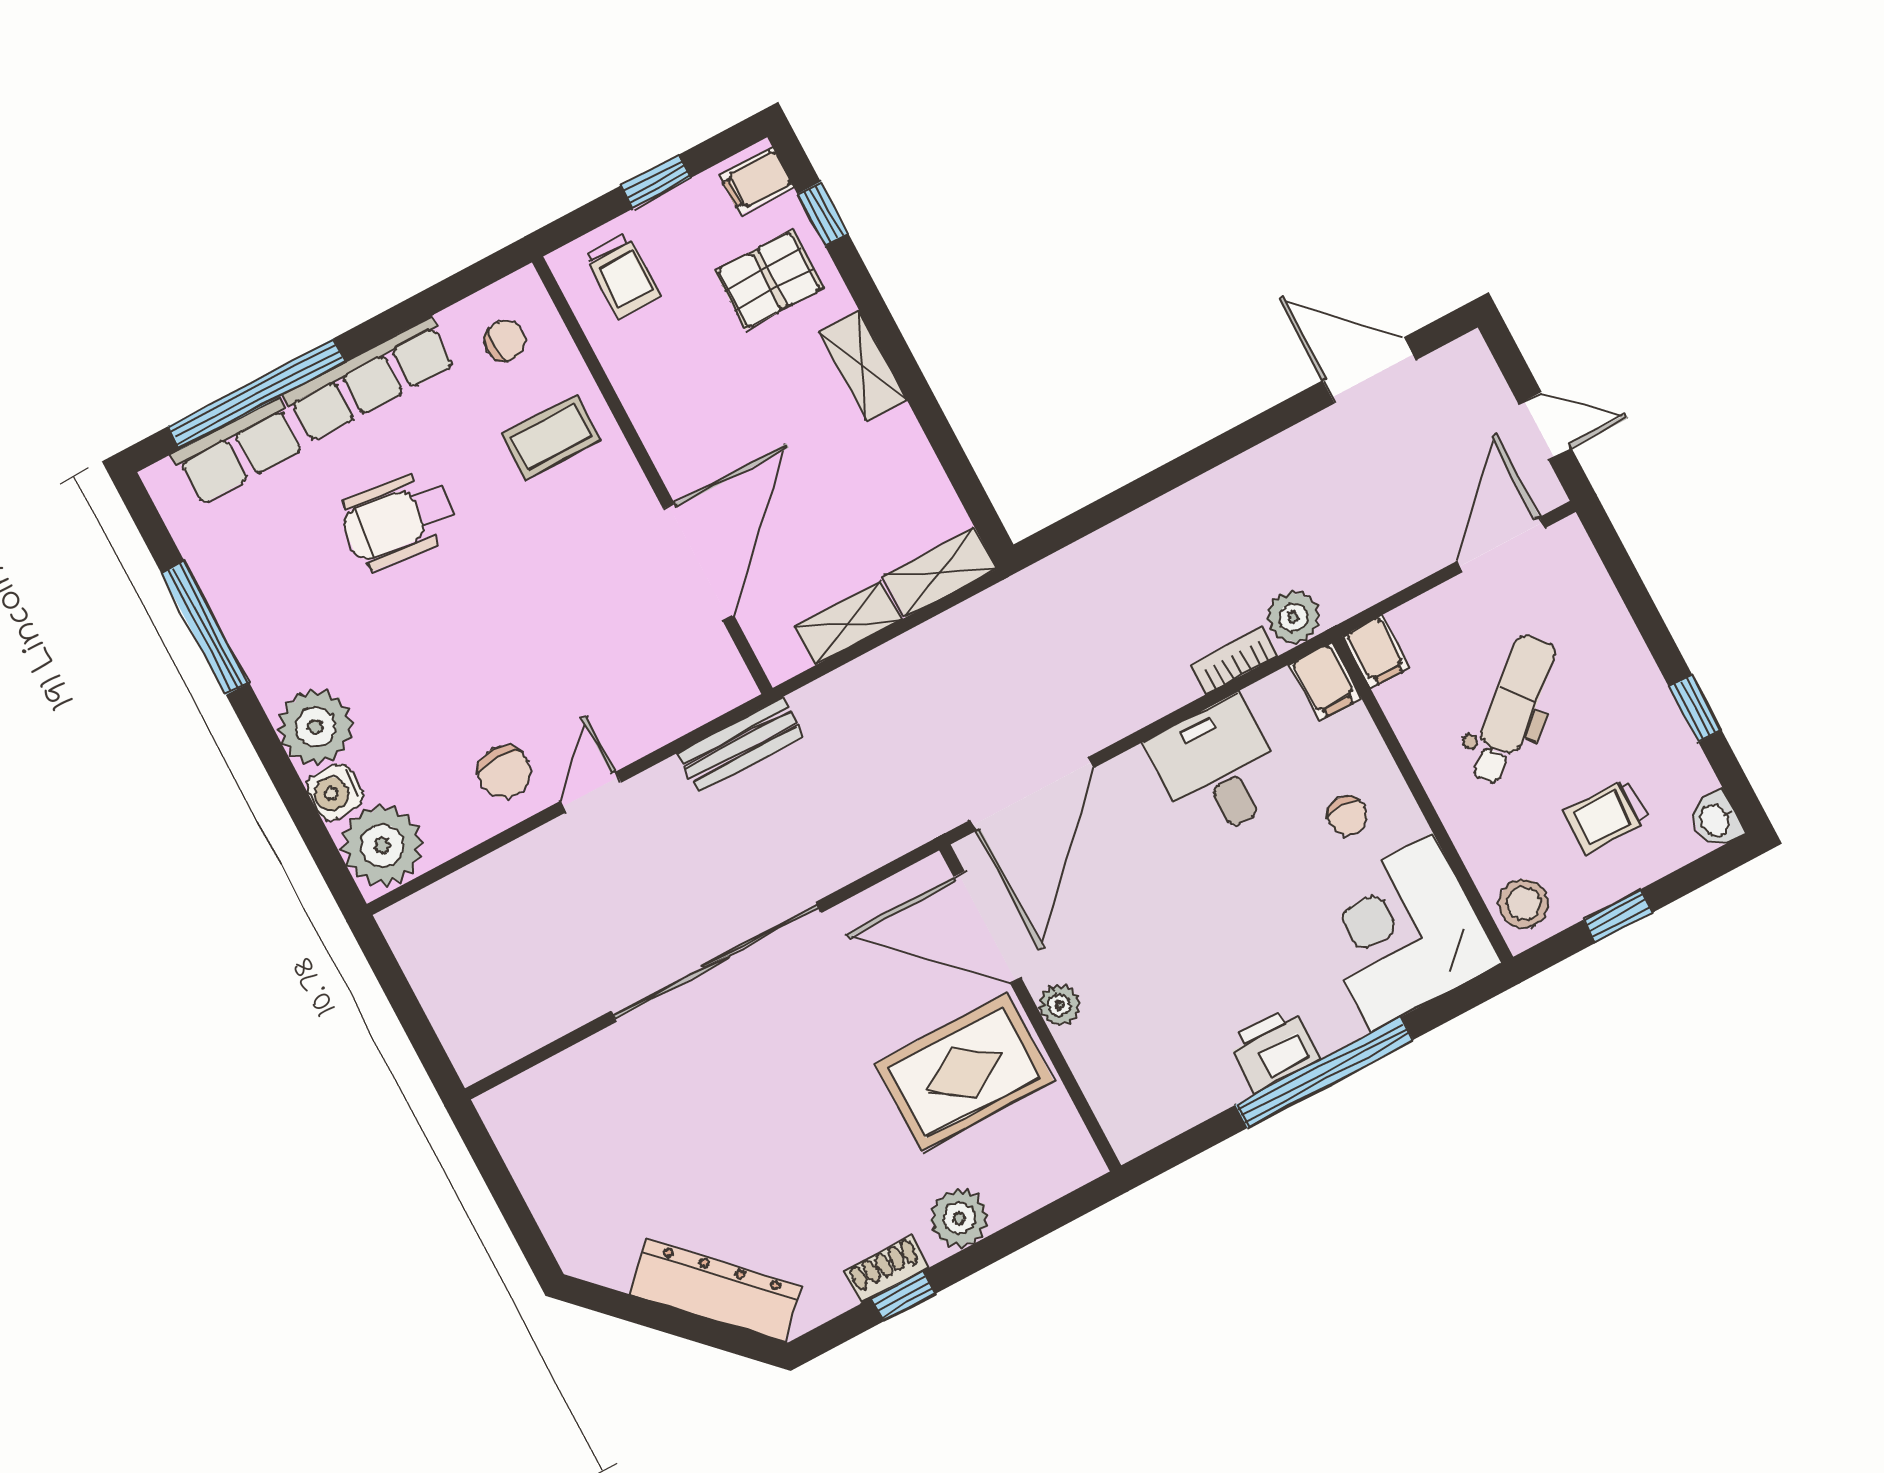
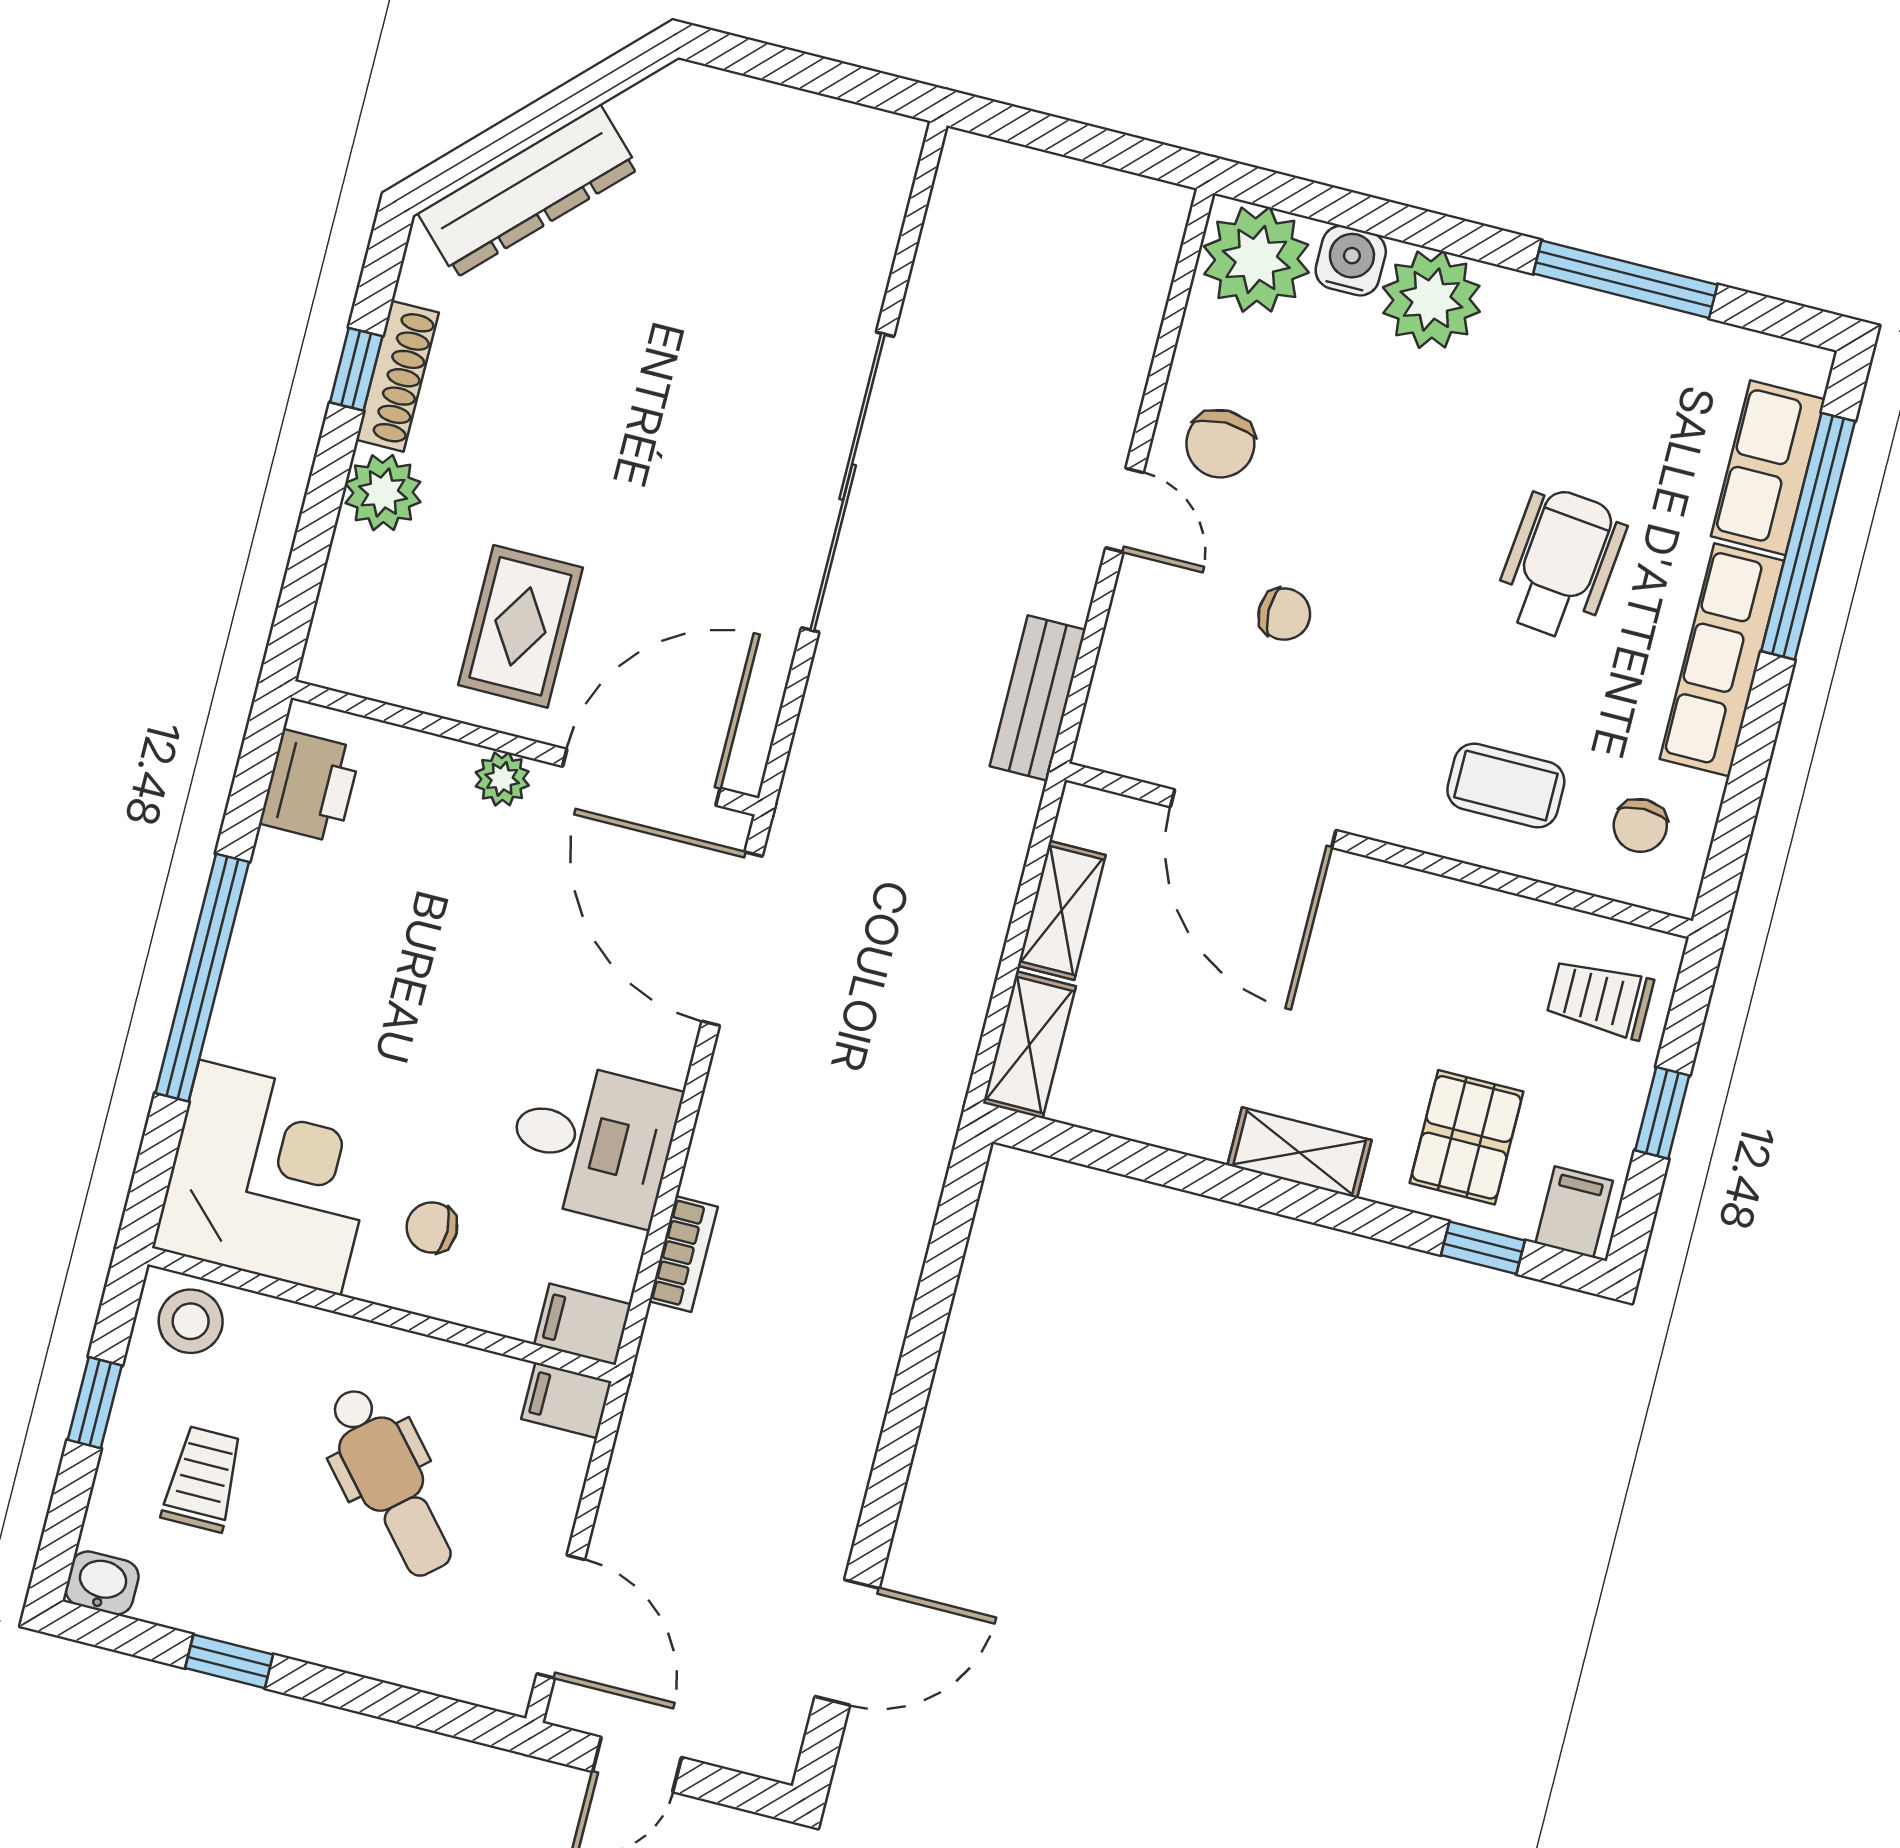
coffee table: (551, 437) -> (1506, 786), turned 90
plant: (1293, 617) -> (673, 1350), removed
chair: (568, 649) -> (1284, 614), added
chair: (504, 772) -> (1220, 444), turned -90
printer: (1274, 1050) -> (310, 786), moved
rug: (964, 1072) -> (520, 626), width x0.73, depth x0.70
shoe rack: (886, 1269) -> (397, 376), width x1.43

